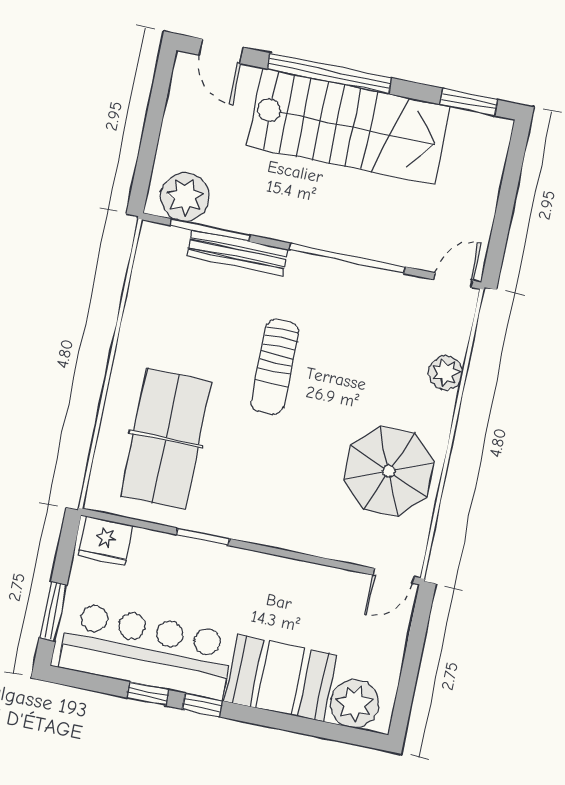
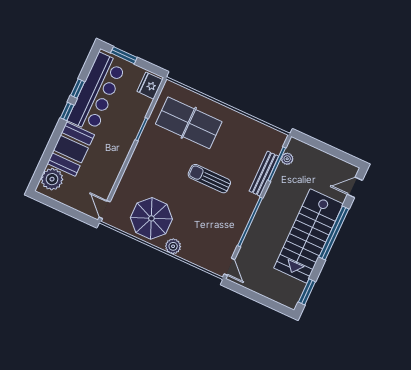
plant: (185, 197) -> (287, 159), width x0.53, depth x0.53
plant: (446, 373) -> (173, 246), moved

